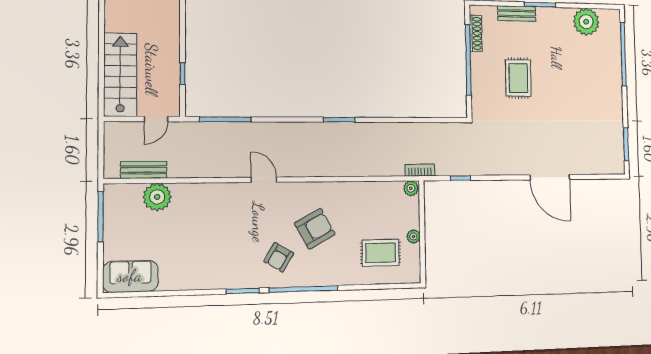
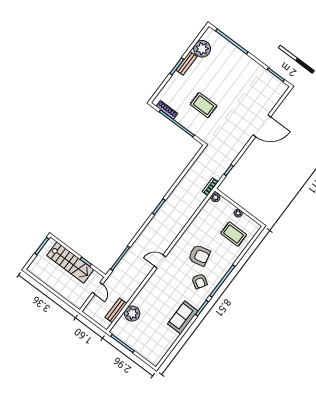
bench: (517, 14) -> (186, 63), moved
stairs: (120, 75) -> (70, 263), moved, turned 180
armchair: (315, 229) -> (199, 255), turned 106
rug: (381, 253) -> (234, 234), turned 90
sofa: (130, 276) -> (183, 317), moved

